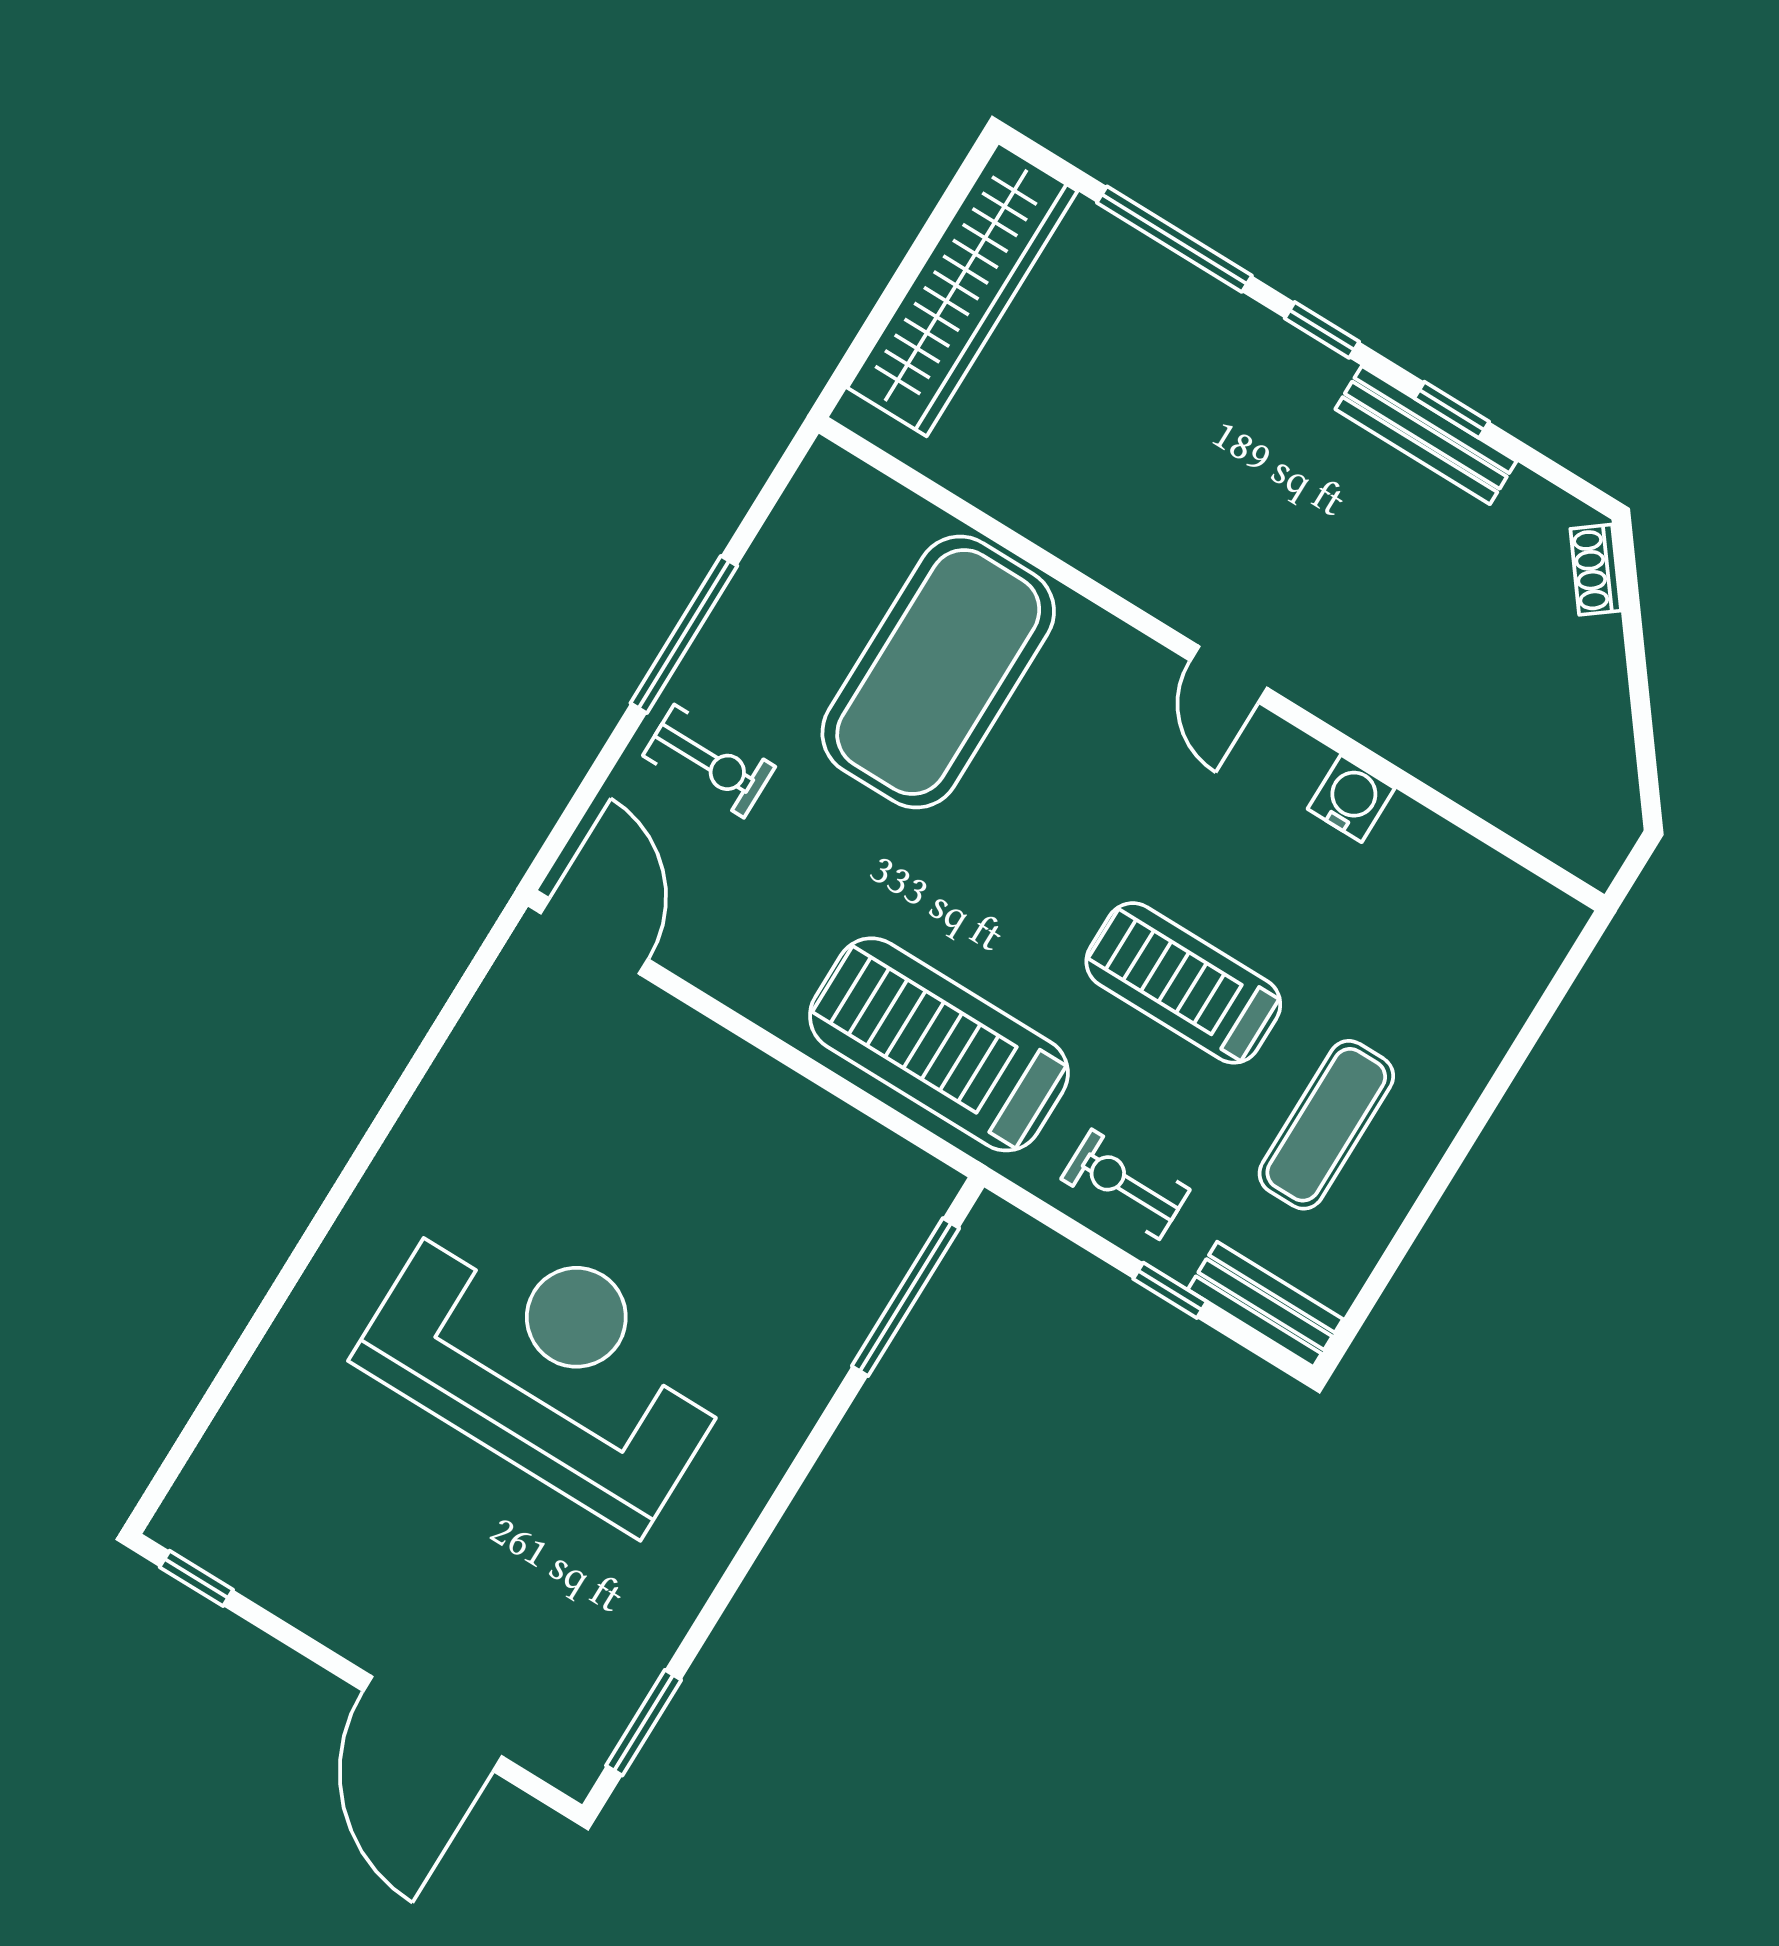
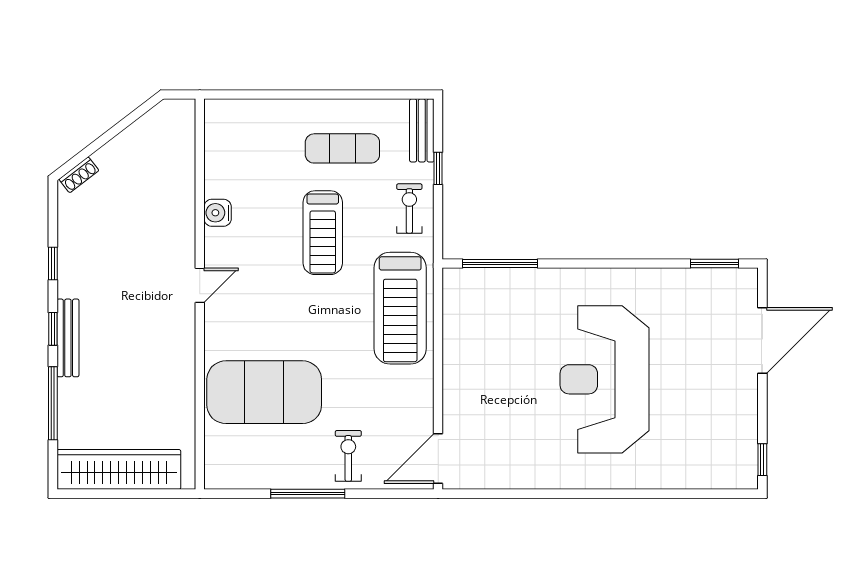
bench: (1426, 435) -> (68, 338), moved
exercise bike: (1126, 1184) -> (409, 208), turned 180

